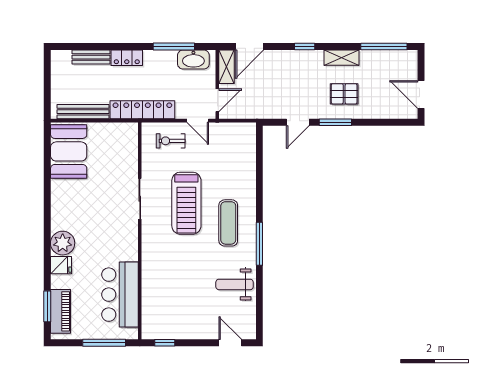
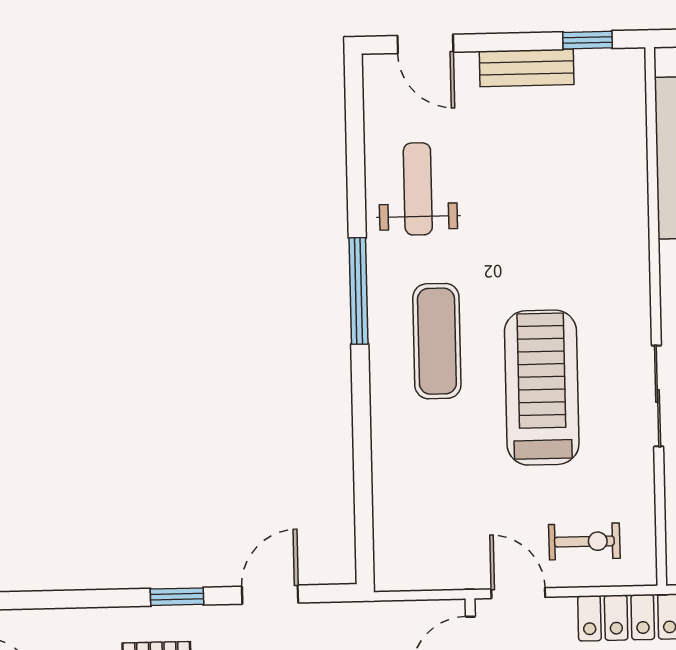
window: (335, 122) -> (177, 597), width x0.67
weight bench: (235, 284) -> (418, 189), turned -90
bench: (190, 332) -> (527, 68), added

